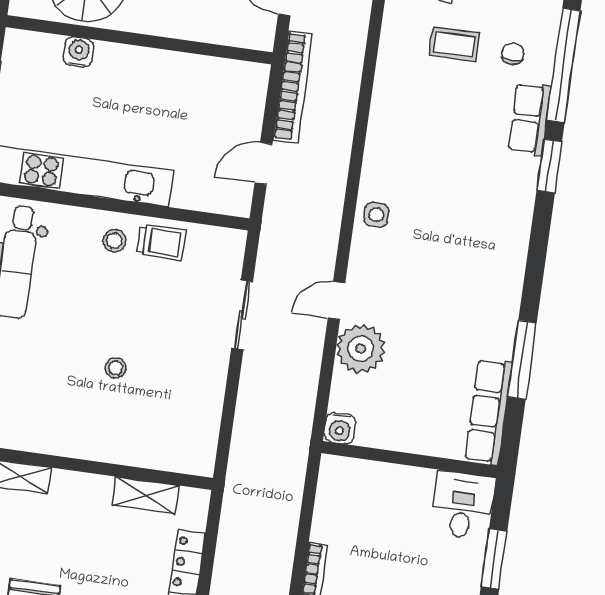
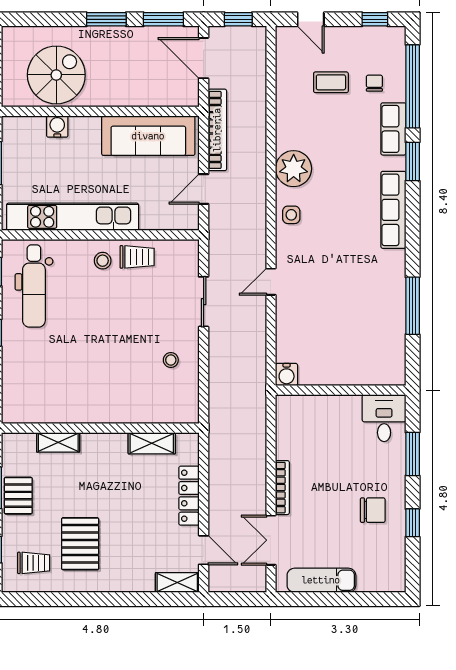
sofa: (199, 81) -> (148, 136), added
plant: (361, 349) -> (294, 169), moved
stool: (116, 368) -> (171, 360), moved
row of seats: (489, 412) -> (393, 210), moved

